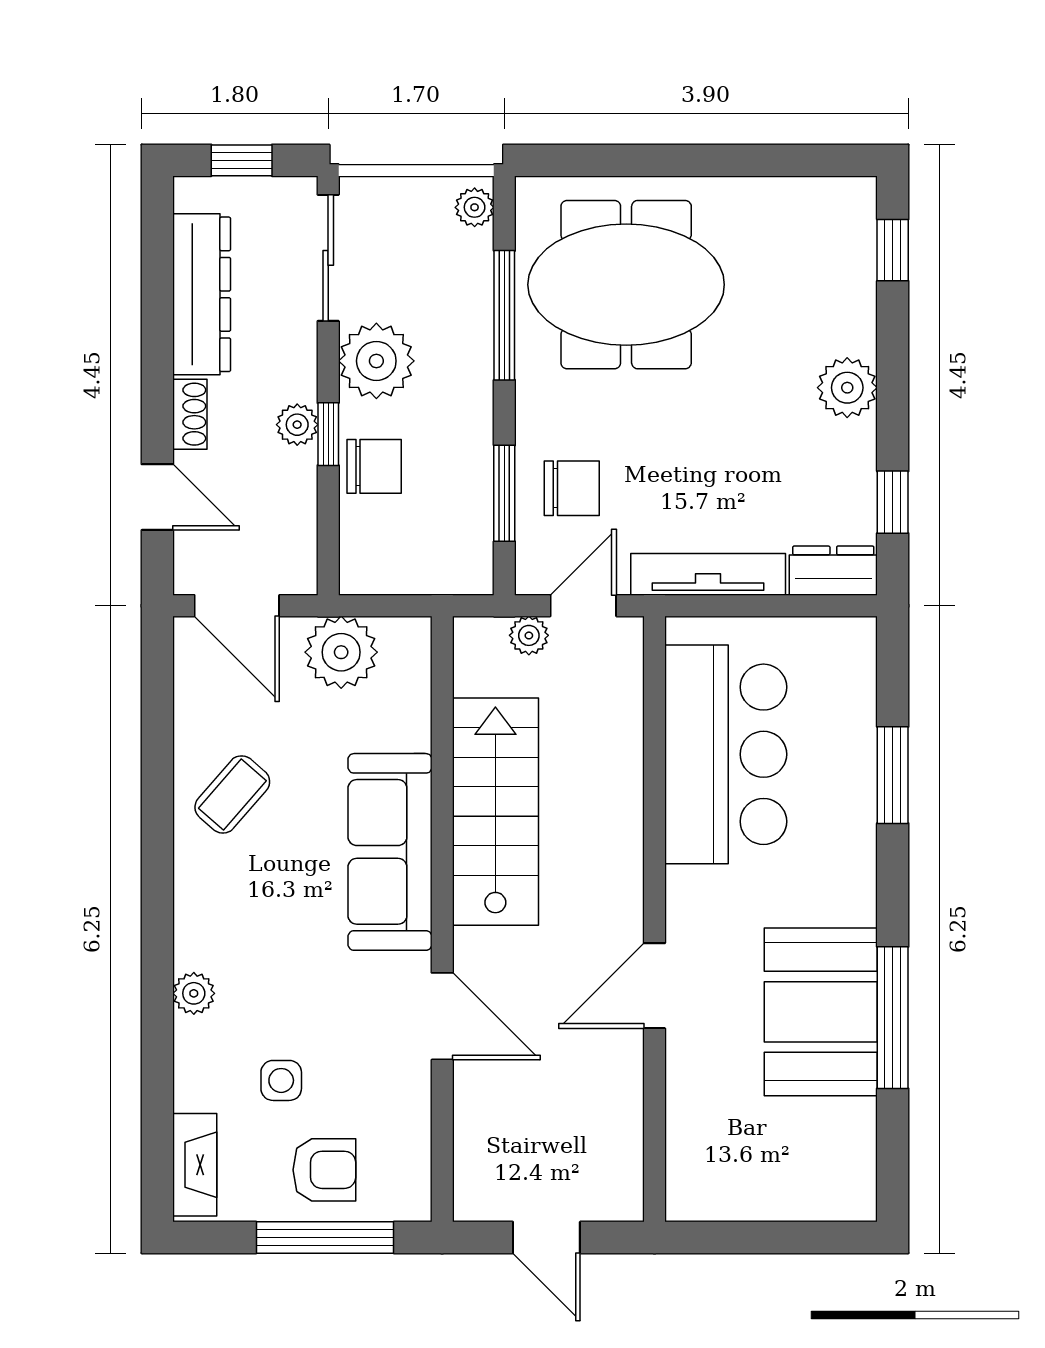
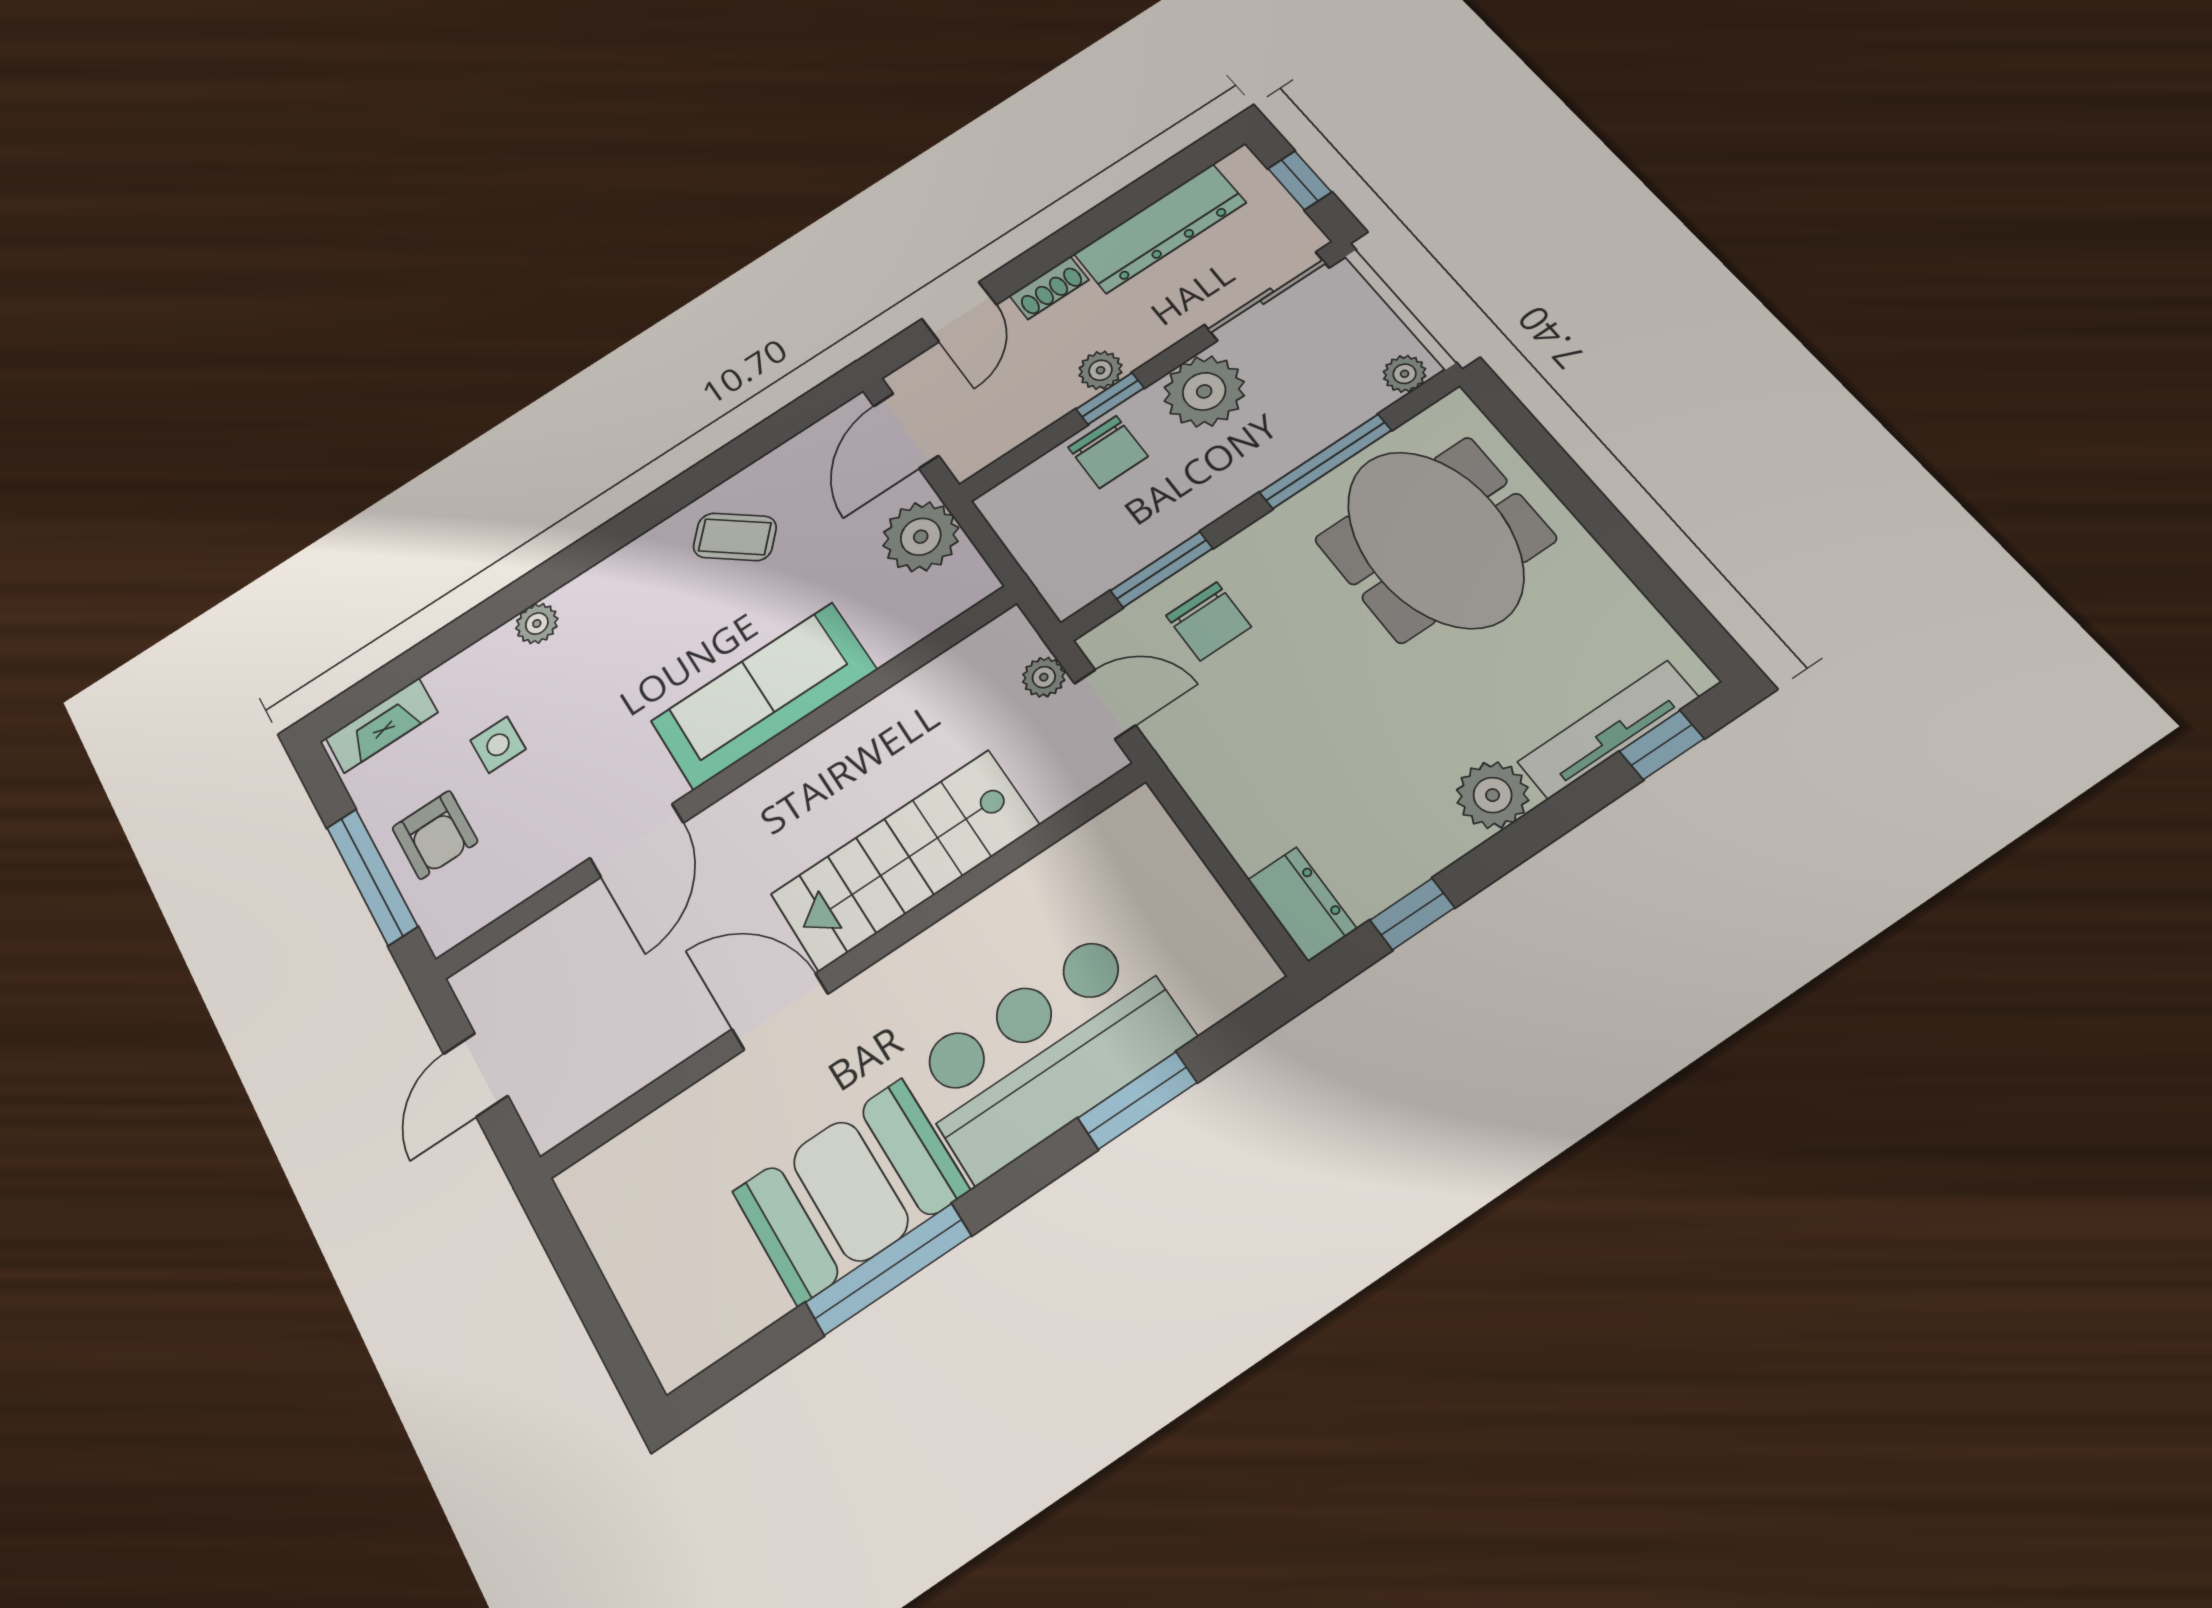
tv unit: (708, 574) -> (1608, 730), moved, turned -90
bar counter: (726, 754) -> (1048, 1052), moved, turned 180
stairs: (495, 812) -> (905, 860), moved, turned 180

